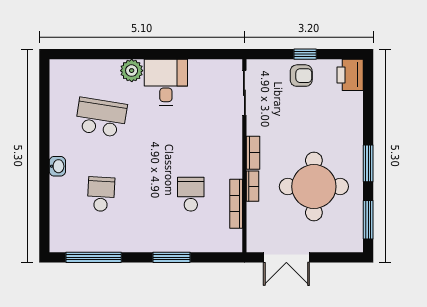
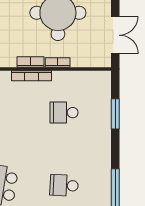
bookcase: (236, 204) -> (32, 76), moved
window: (172, 257) -> (115, 114), moved

